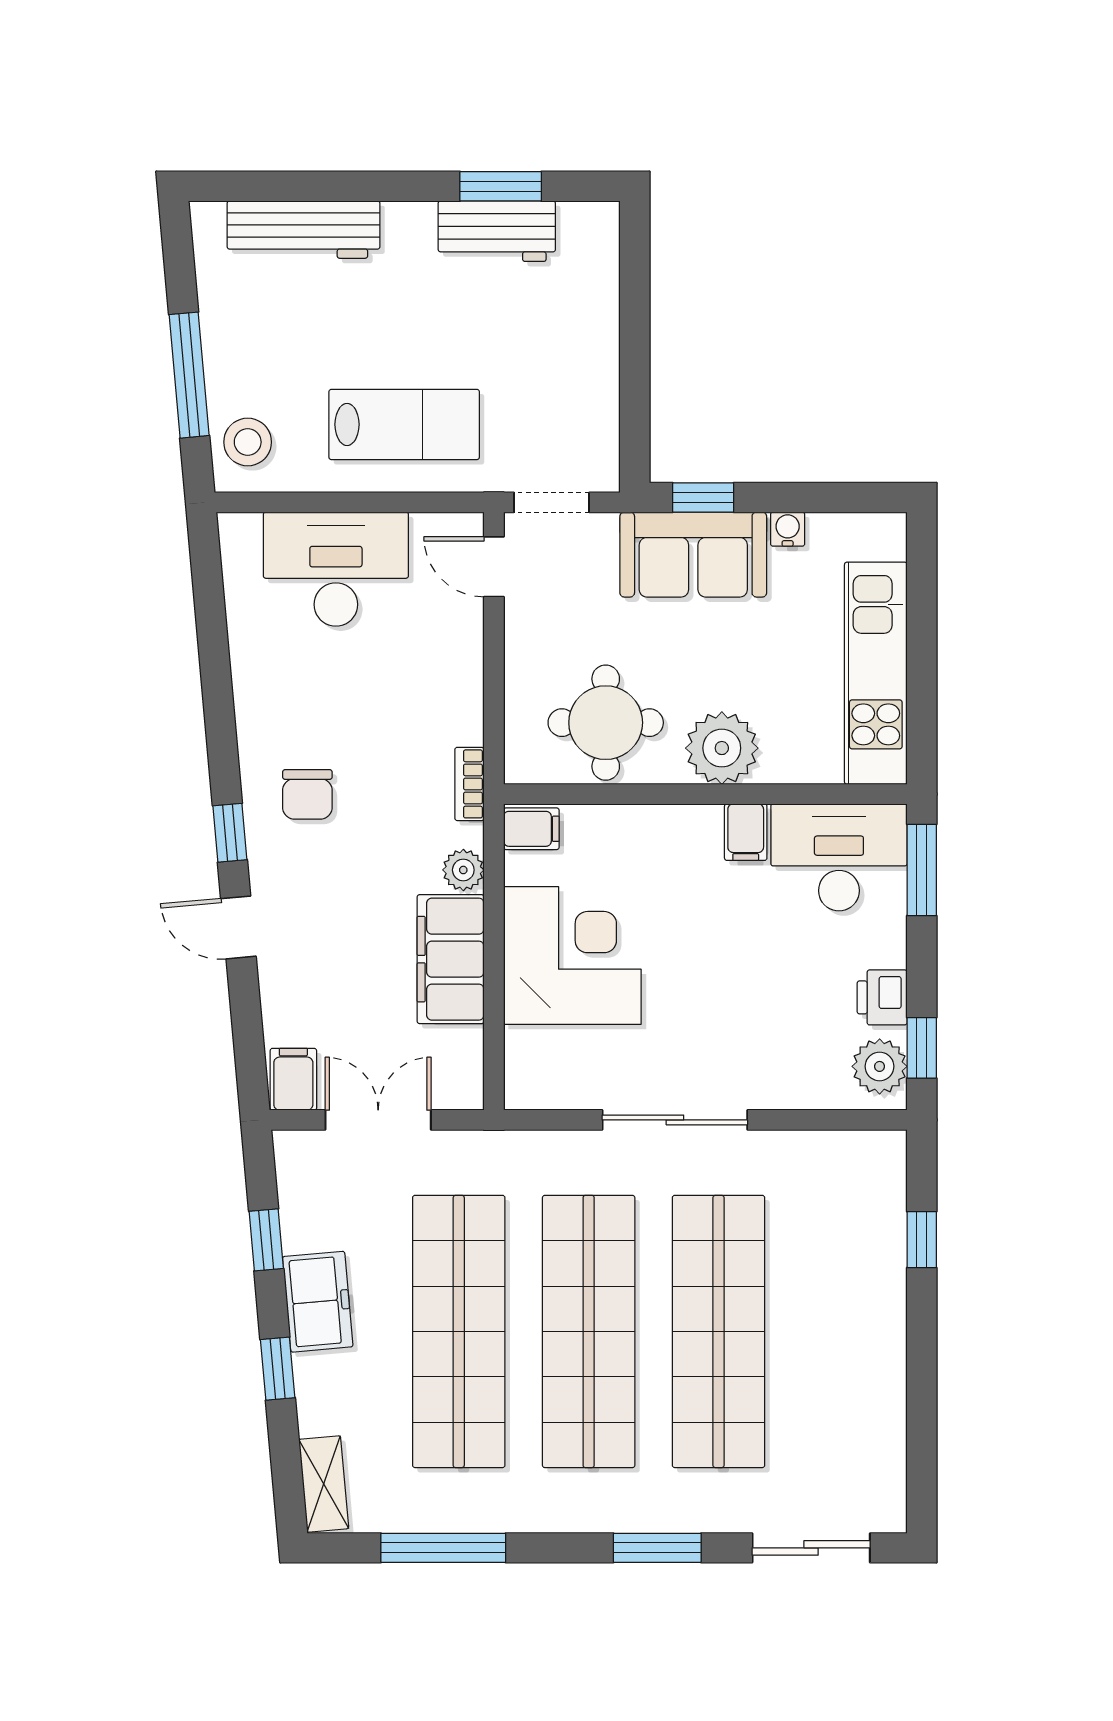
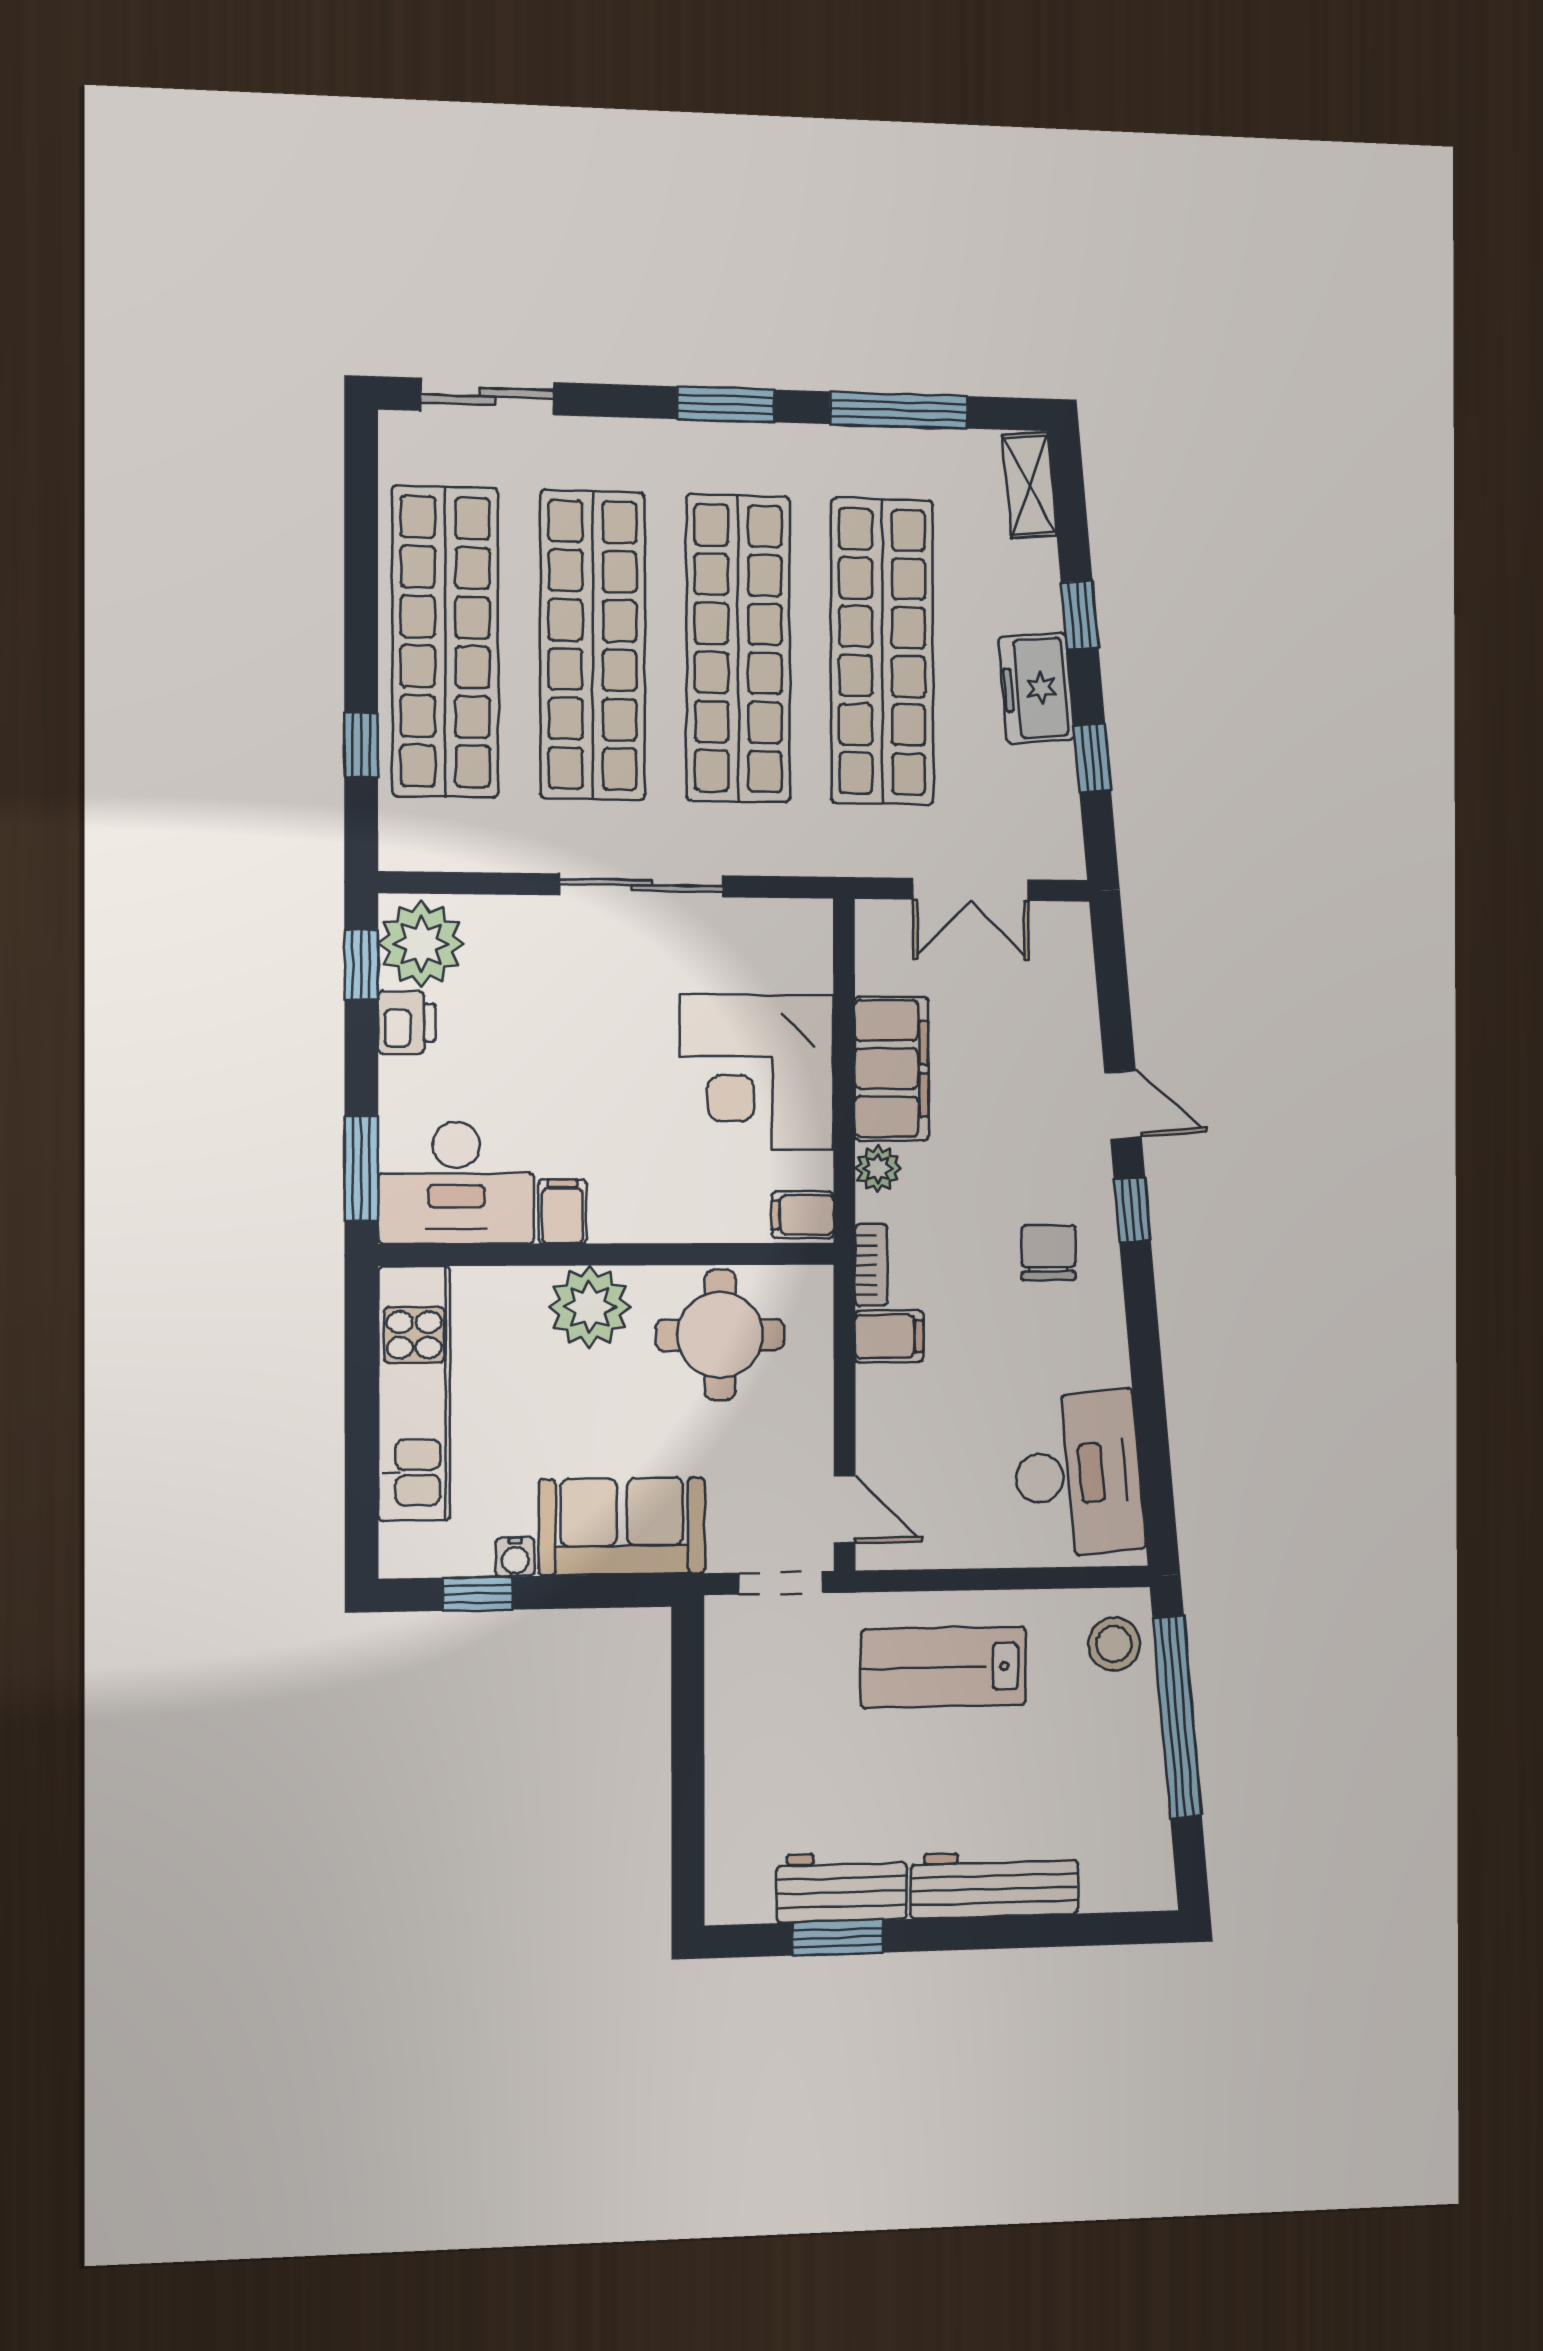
workbench: (304, 230) -> (995, 1884), moved
window: (189, 375) -> (1177, 1717), width x1.46
window: (703, 498) -> (478, 1594), moved
desk: (336, 569) -> (1078, 1474), moved, turned -95
plant: (880, 1066) -> (421, 944), width x1.36, depth x1.36
filing cabinet: (293, 1079) -> (889, 1336), moved, turned -90
shop shelf: (848, 1331) -> (445, 642), added
window: (657, 1548) -> (726, 404), moved

